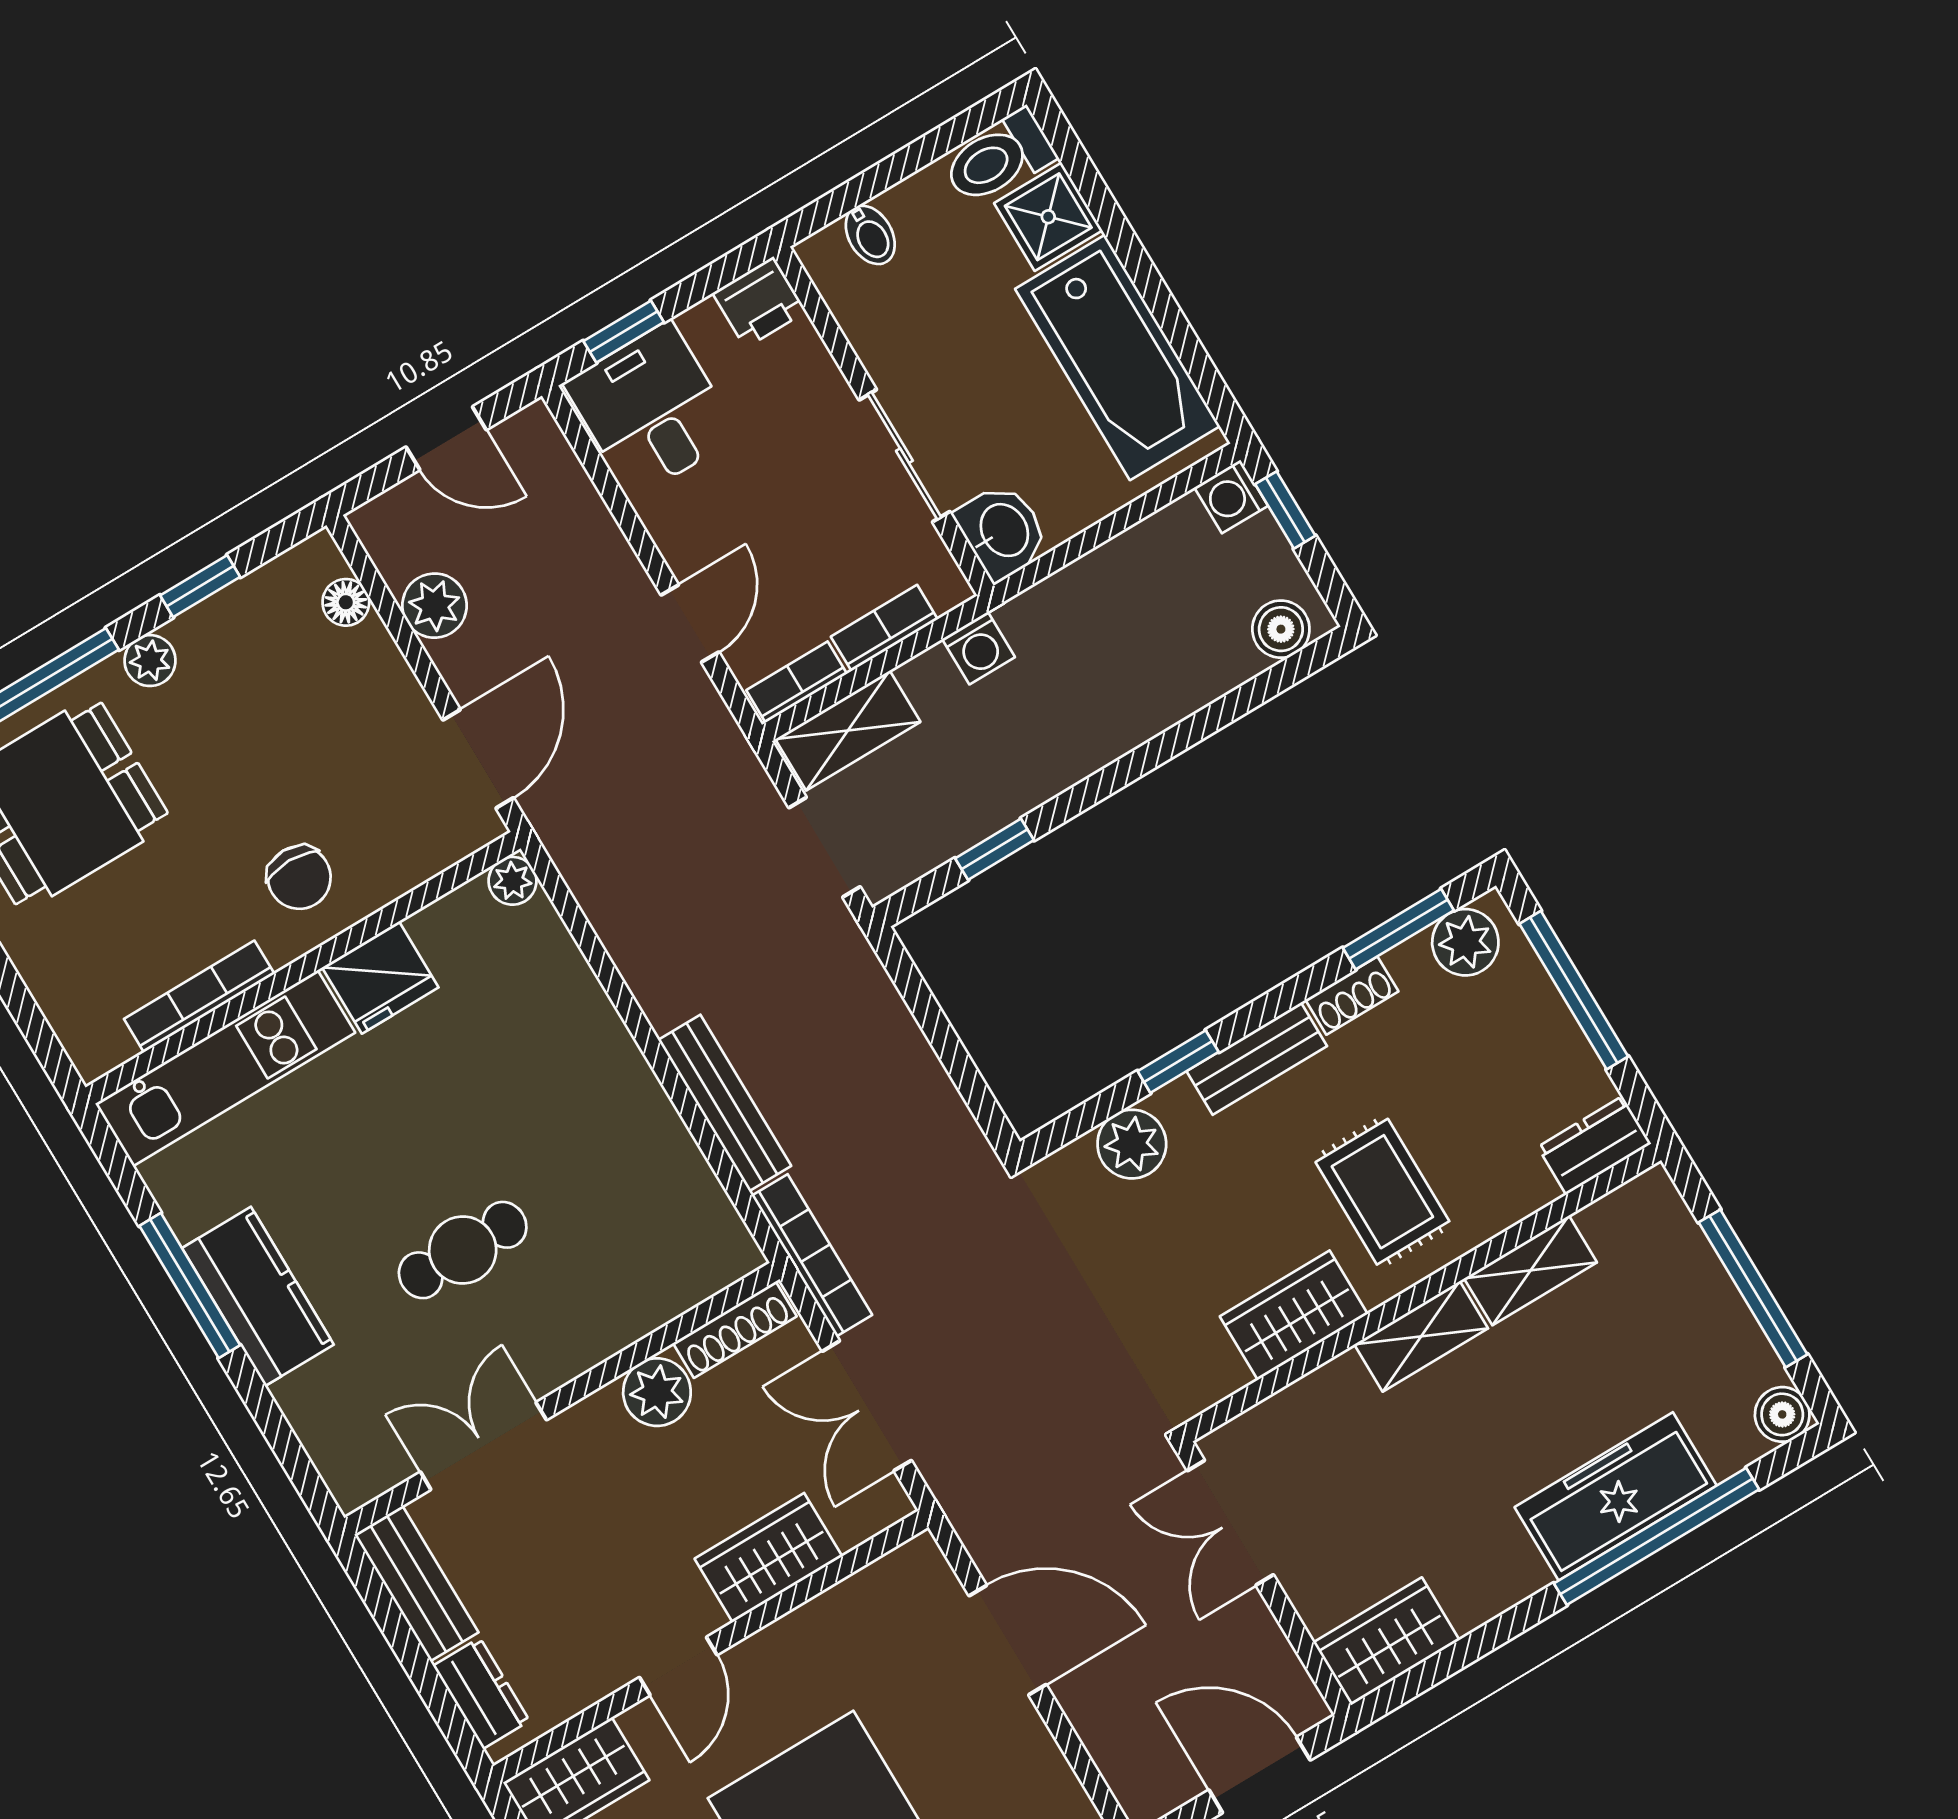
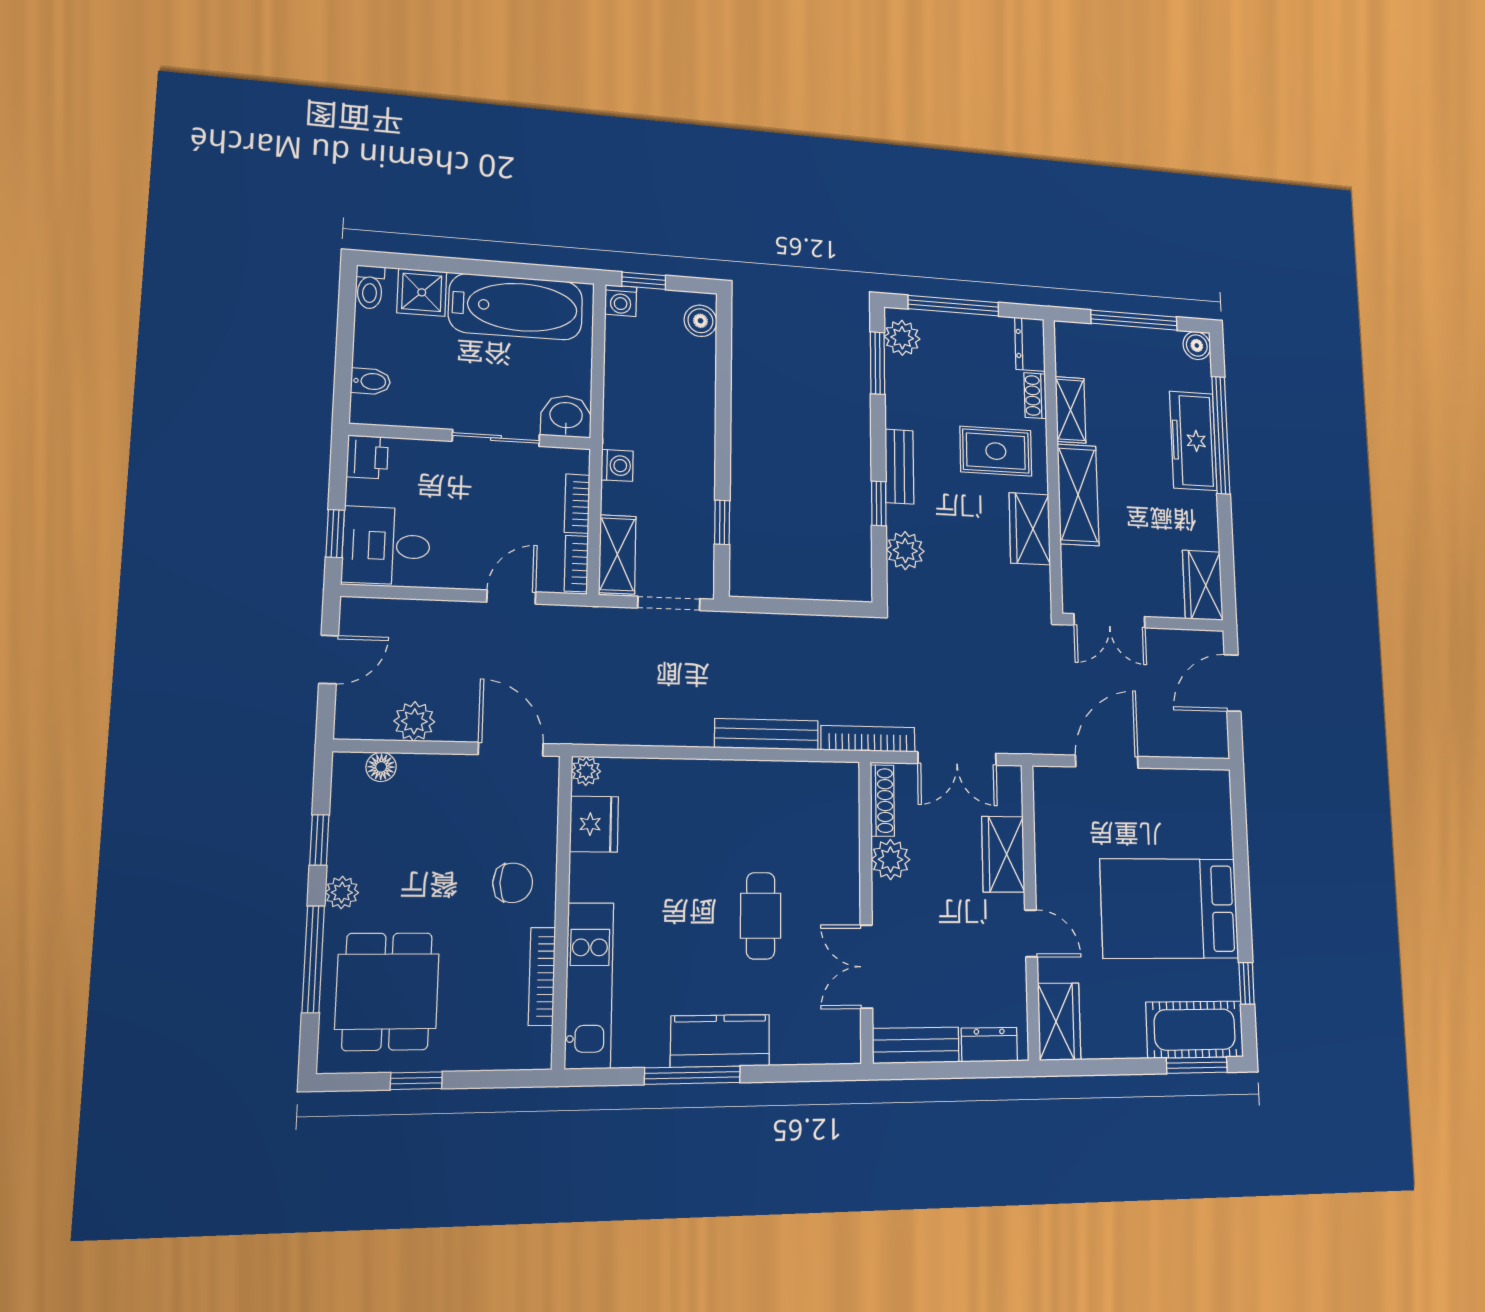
toilet: (999, 158) -> (370, 287), width x0.73, depth x0.72
door: (690, 624) -> (511, 597), hinge flipped
fridge: (380, 977) -> (594, 824), moved
shoe rack: (1352, 996) -> (1035, 396), moved, turned 180
shelving: (1421, 1336) -> (1078, 495), width x1.50, depth x1.33

